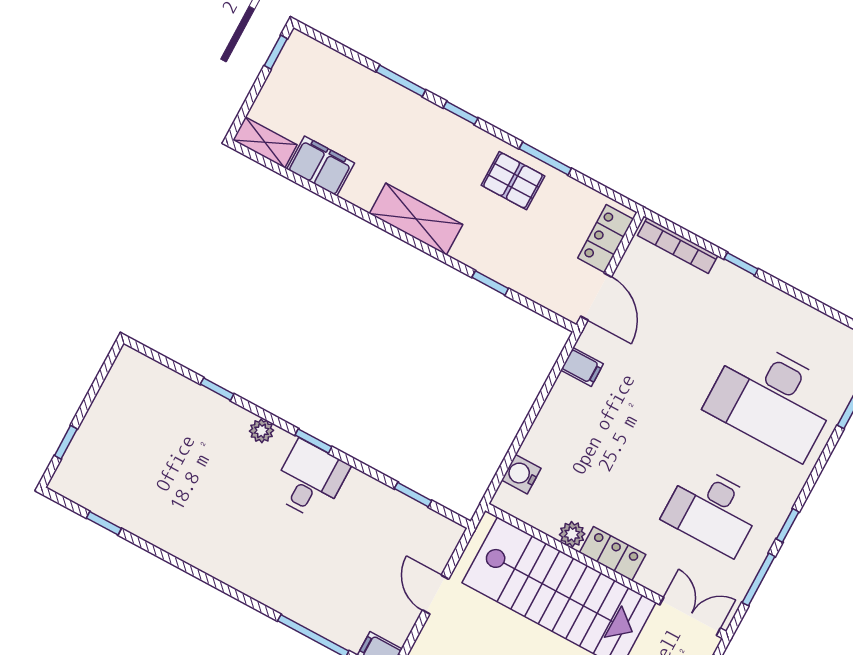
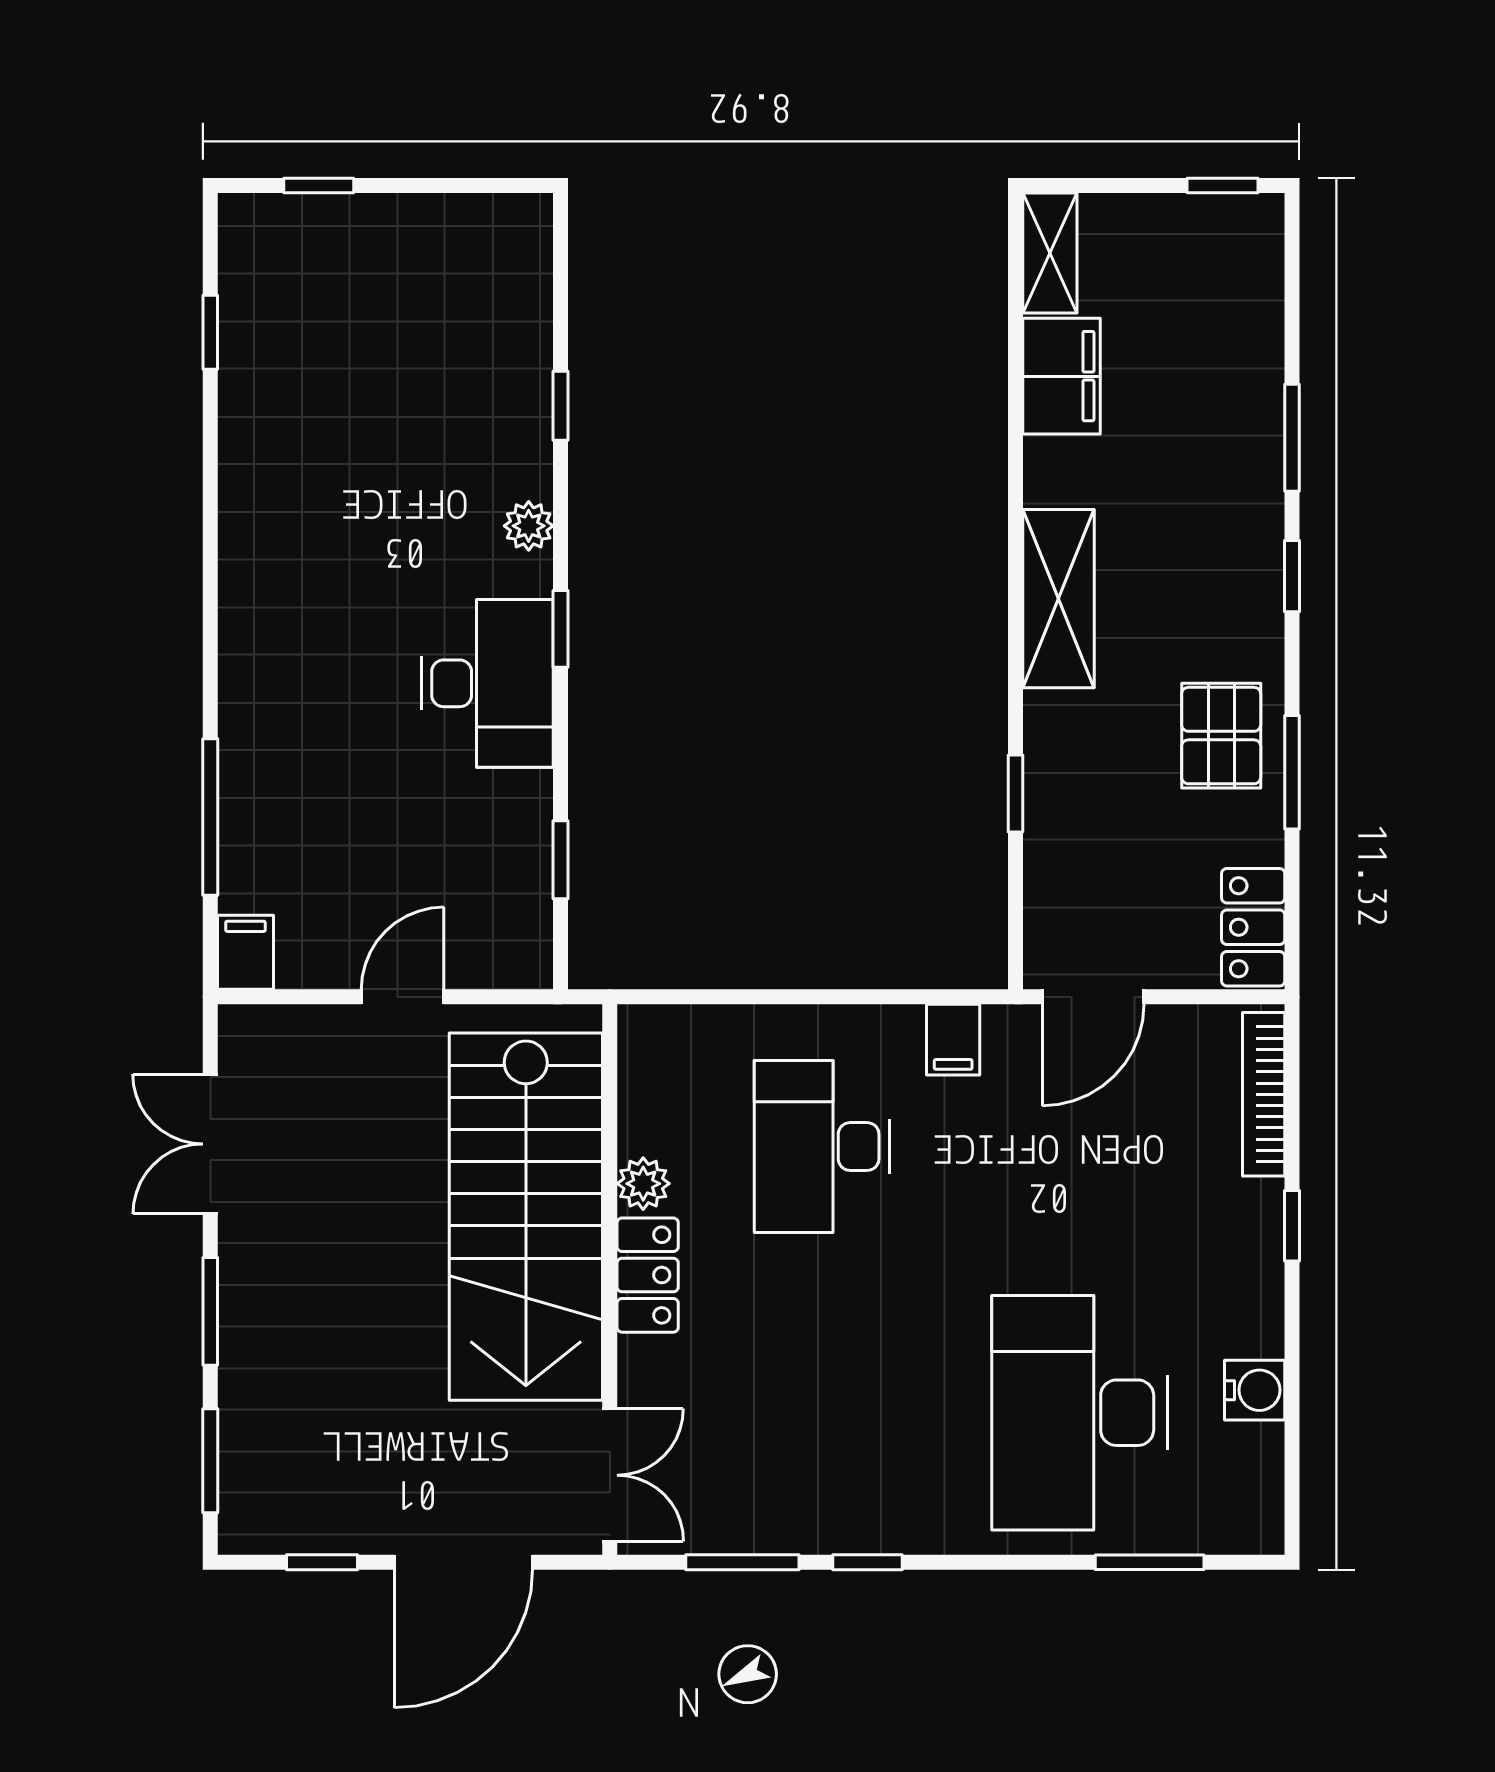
locker: (606, 239) -> (1253, 927), moved, turned -90
water cooler: (521, 474) -> (1255, 1390), moved, turned 90
desk: (310, 480) -> (487, 683), width x1.37
desk: (713, 510) -> (822, 1147), moved

